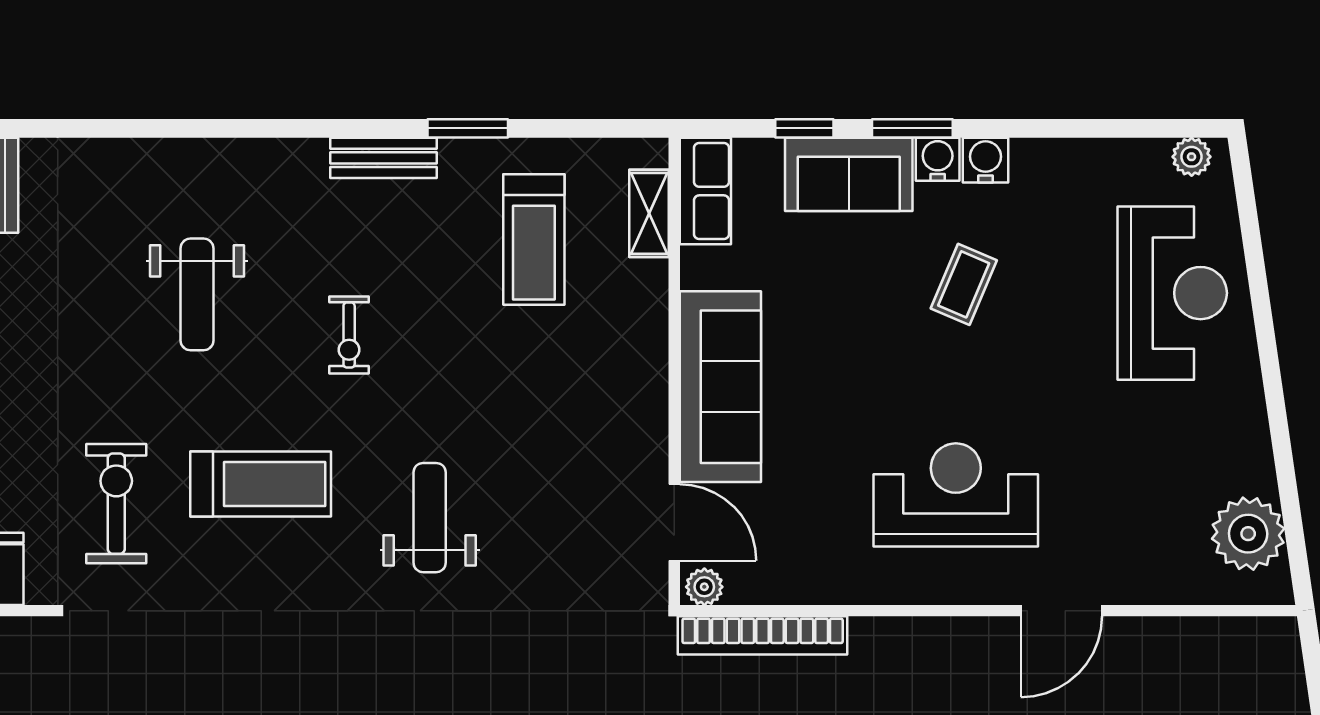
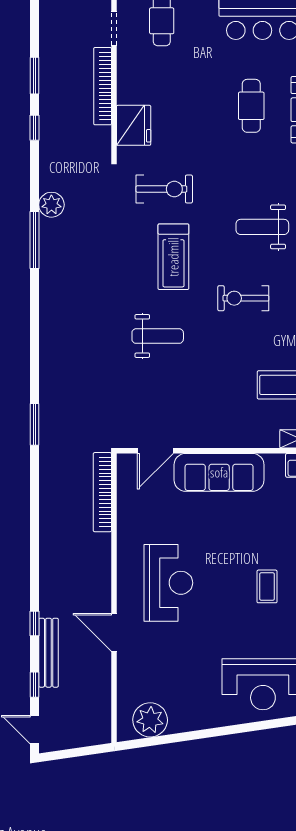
coffee table: (964, 284) -> (267, 586), turned 67
exercise bike: (349, 335) -> (243, 298), width x1.38, depth x1.39
plant: (704, 587) -> (125, 465), removed

